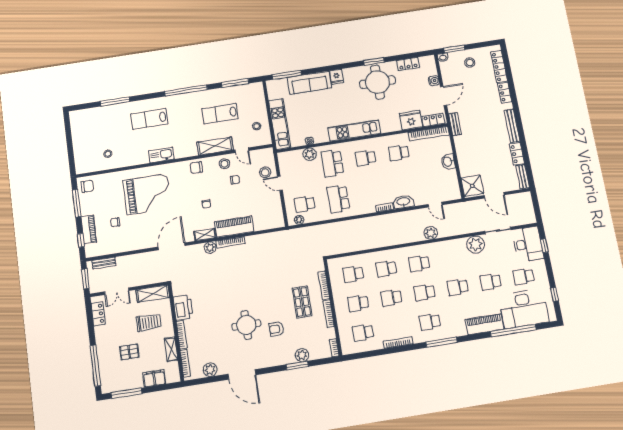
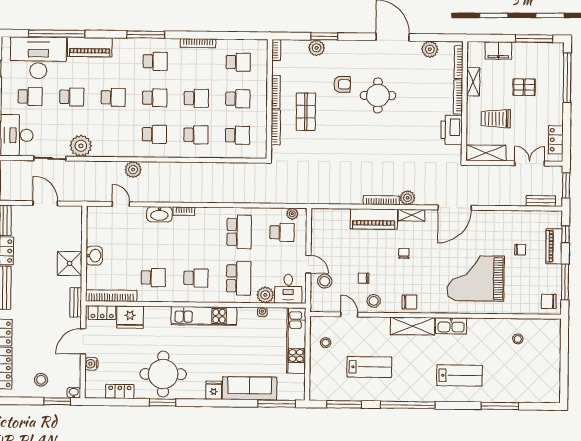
shelving: (215, 146) -> (413, 326), moved
desk: (292, 162) -> (288, 289), added
shower: (472, 186) -> (70, 263), moved

